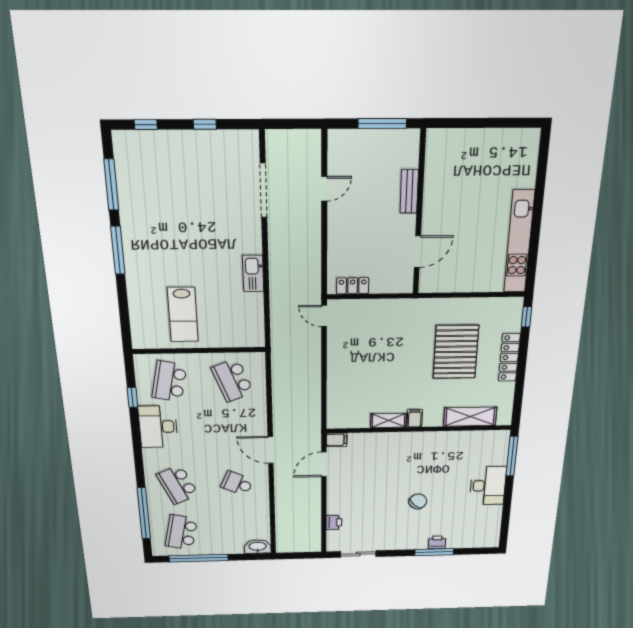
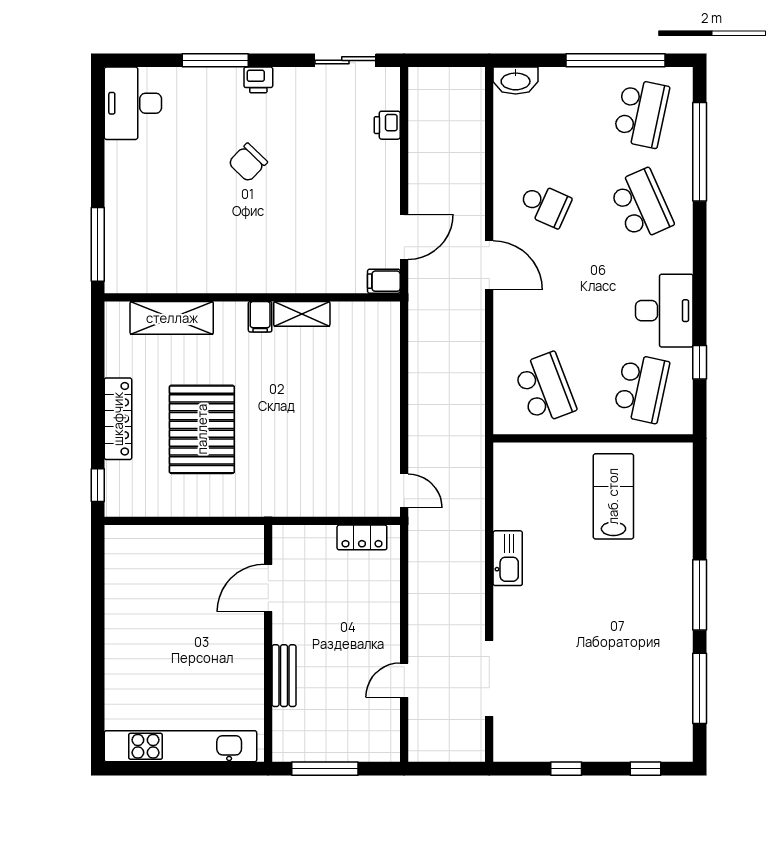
kitchen unit: (519, 242) -> (180, 746), moved, turned -90
desk: (488, 486) -> (133, 103), moved
printer: (437, 542) -> (258, 80), moved

